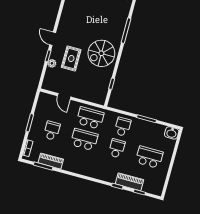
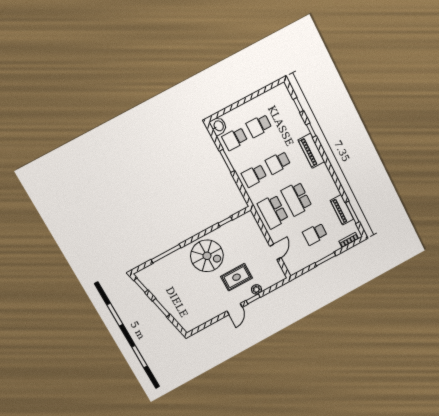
school desk: (155, 136) -> (235, 139), added
school desk: (149, 157) -> (259, 126), width x0.54
piano: (129, 182) -> (311, 151), moved

